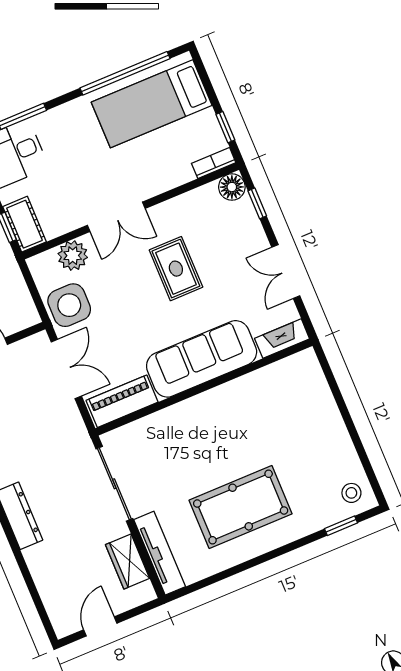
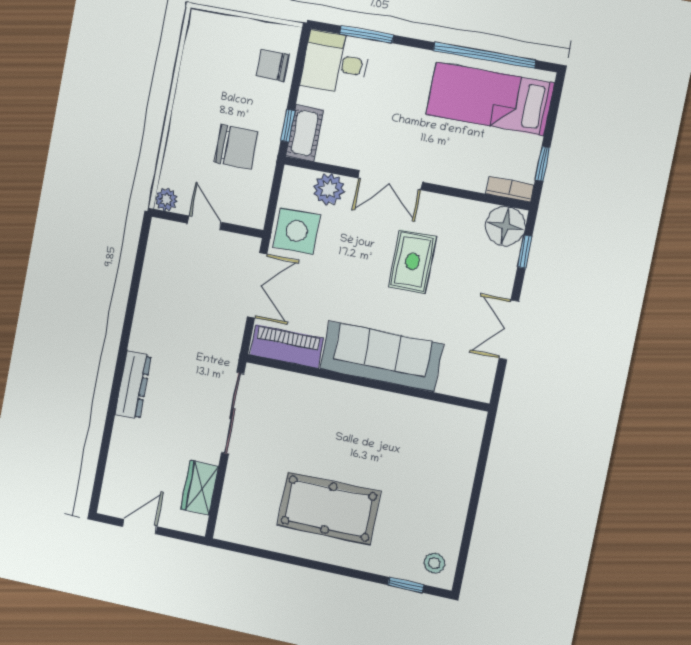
floor lamp: (232, 187) -> (505, 226), width x1.38, depth x1.38
fireplace: (282, 339) -> (465, 387), removed
tv unit: (160, 553) -> (232, 499), removed

